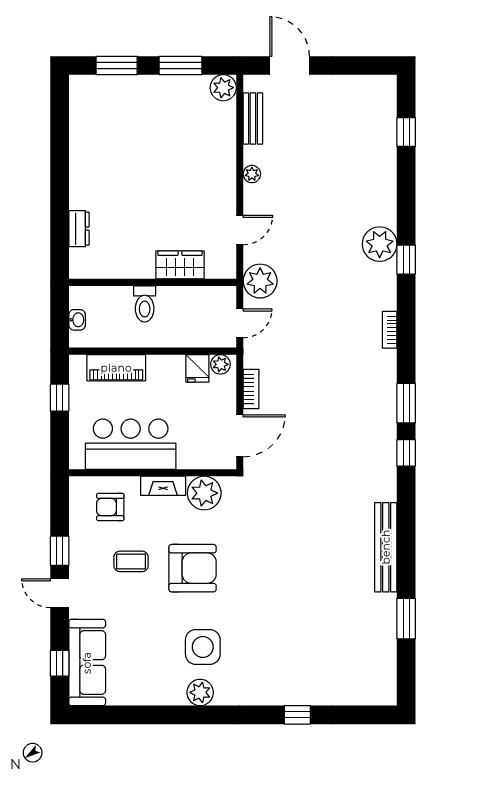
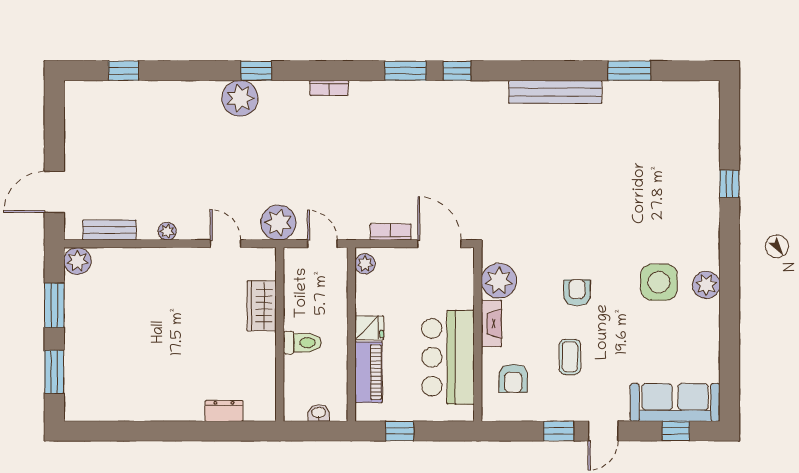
fridge: (197, 368) -> (369, 328), moved
armchair: (193, 568) -> (577, 293), width x0.53, depth x0.53

